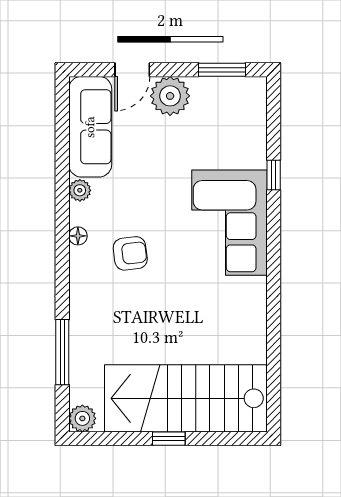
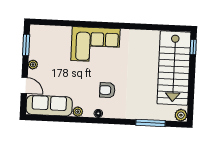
plant: (170, 96) -> (33, 65), width x0.53, depth x0.53
window: (274, 175) -> (75, 24), removed
armchair: (130, 253) -> (107, 90), turned -83
window: (169, 439) -> (193, 47), moved

